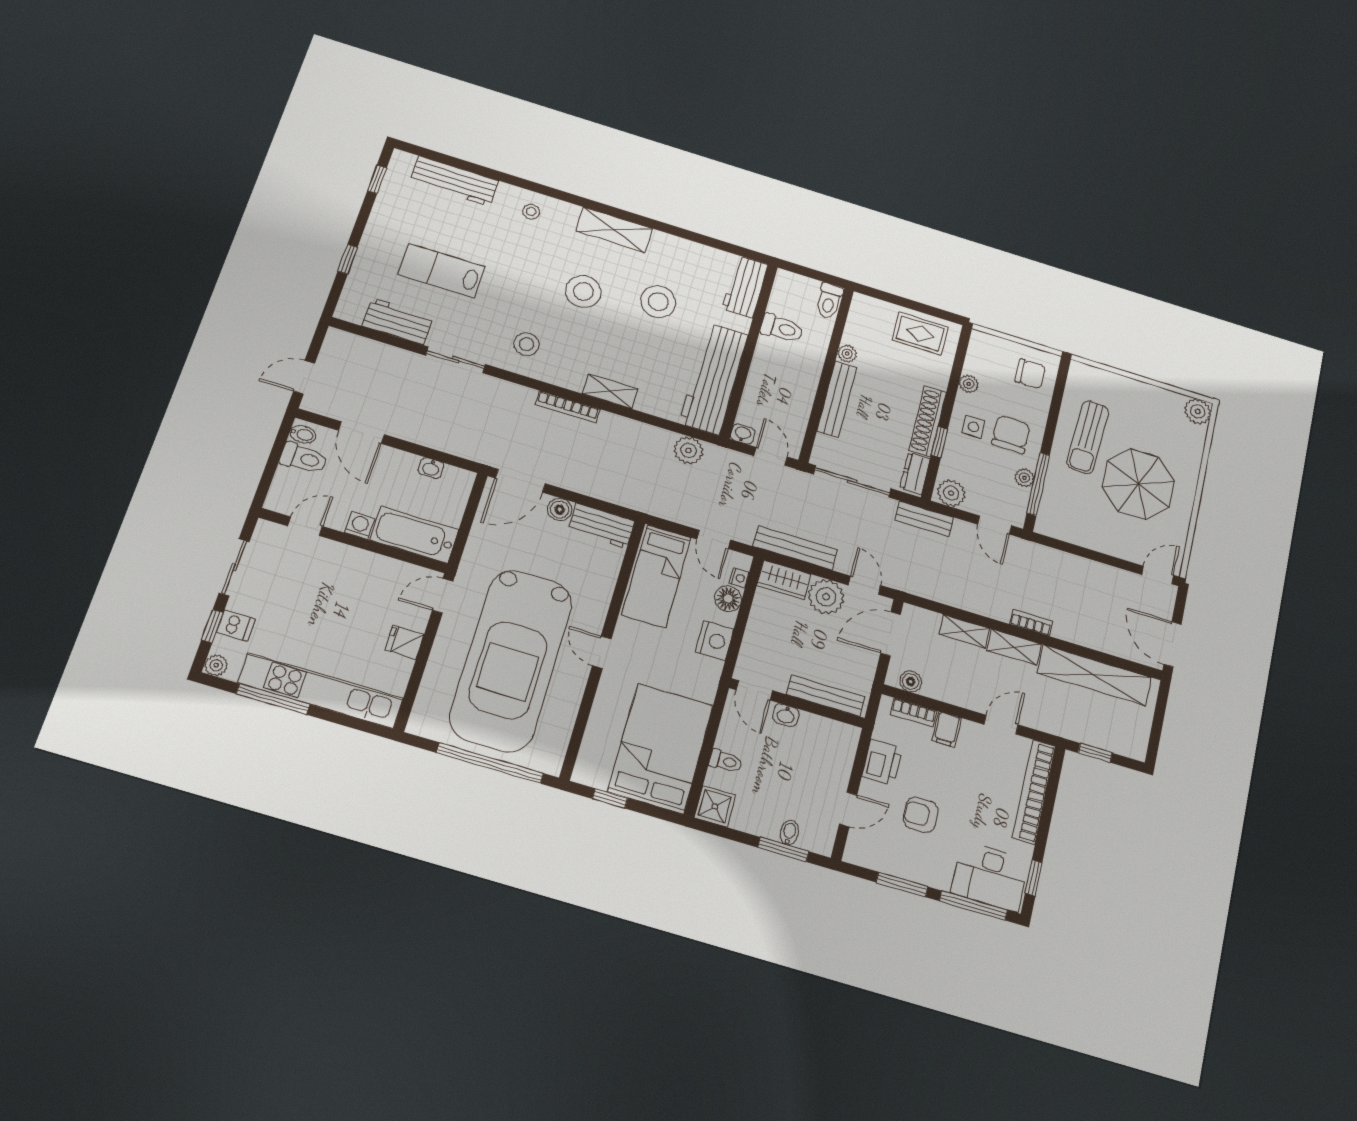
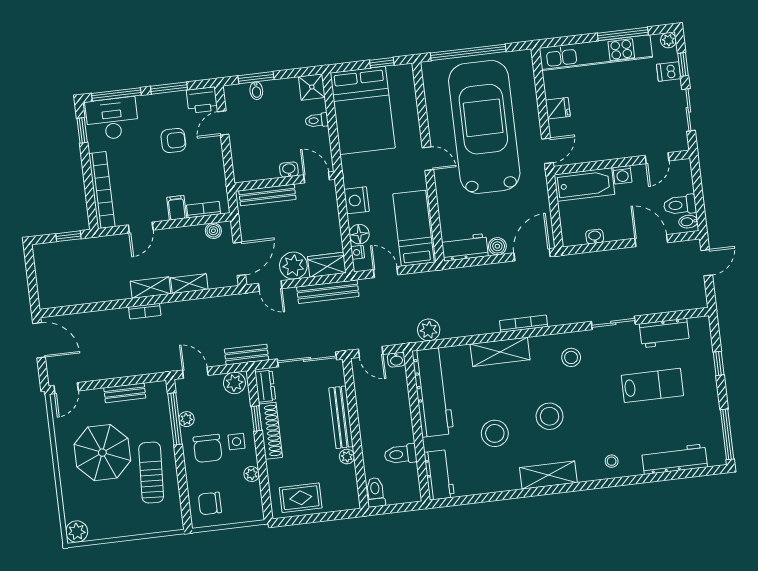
window: (377, 179) -> (727, 434), width x2.17
shelving: (610, 391) -> (500, 352), width x1.50, depth x1.33
bench: (1088, 539) -> (125, 393), added
shelving: (1094, 675) -> (87, 292), removed
printer: (882, 762) -> (202, 100), moved, turned -90

